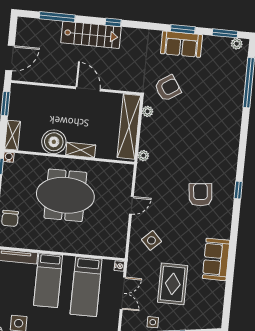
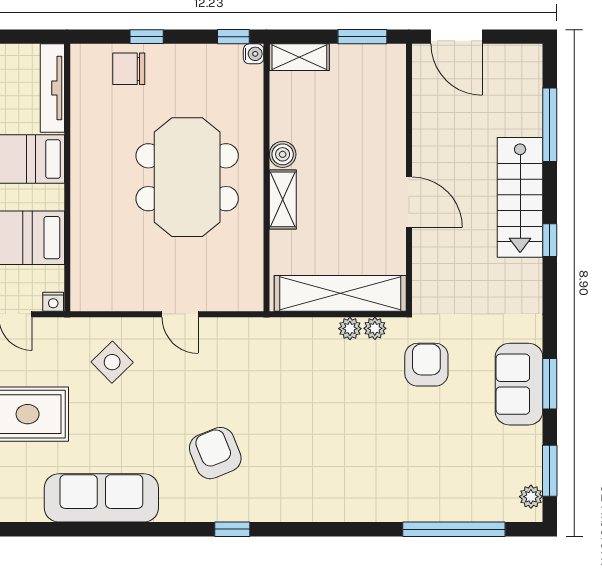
armchair: (168, 88) -> (426, 365), turned -147
door: (88, 89) -> (409, 202), hinge flipped
boiler: (54, 142) -> (283, 154), width x0.54, depth x0.54
plant: (143, 156) -> (350, 329), moved
armchair: (200, 195) -> (215, 453), turned -106
sofa: (216, 259) -> (101, 498), width x1.36

